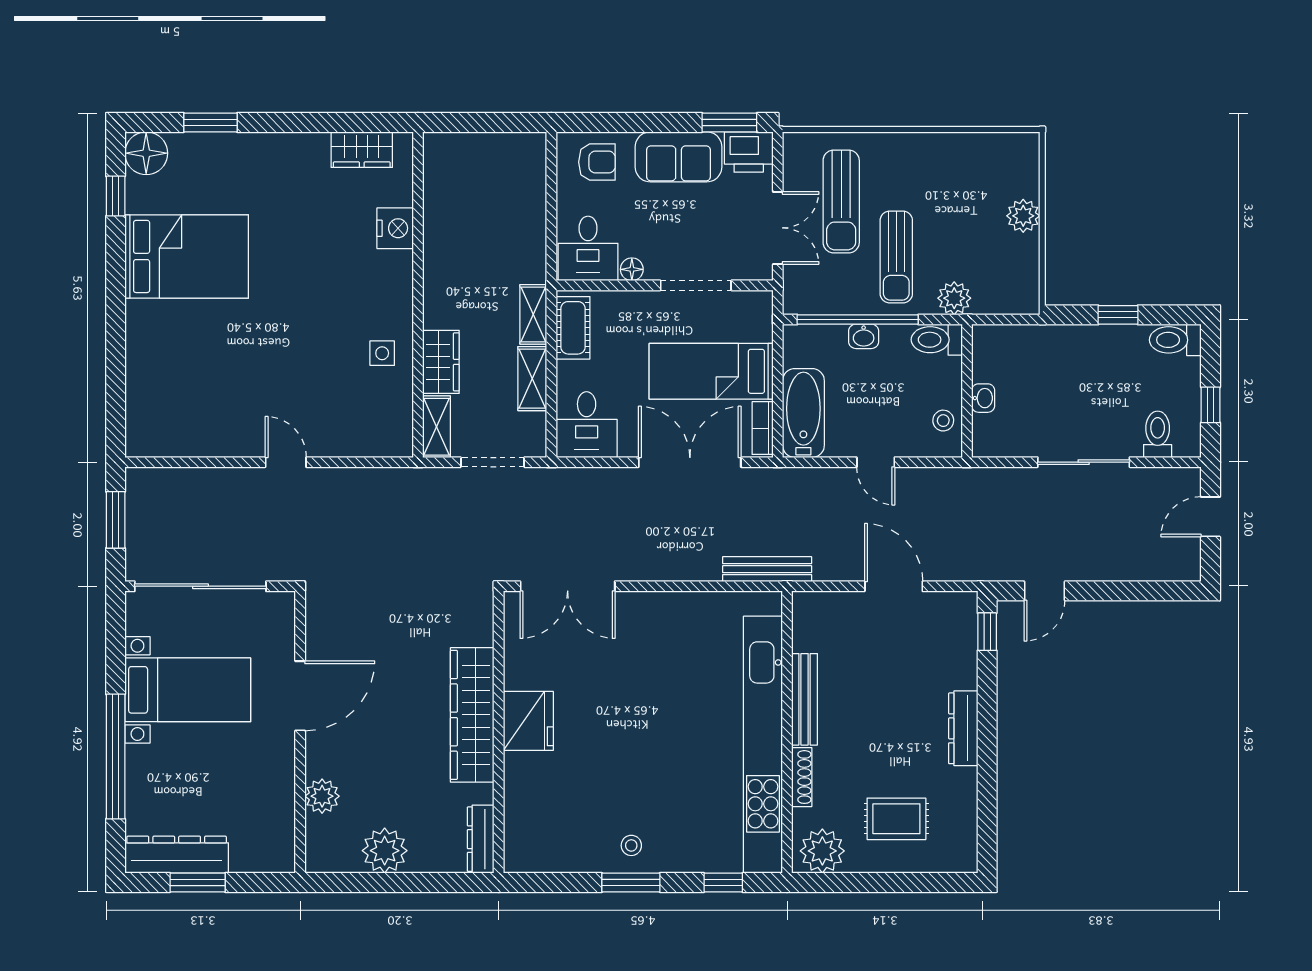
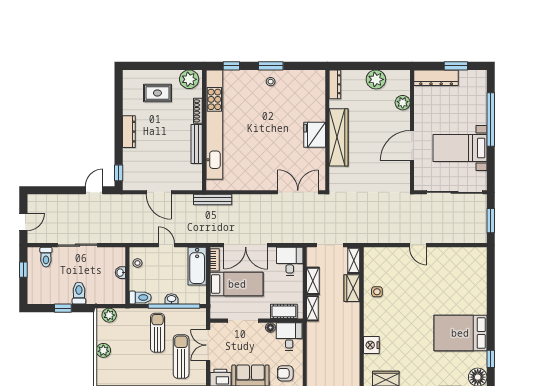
plant: (954, 298) -> (109, 315), moved
cot: (573, 328) -> (284, 311), moved, turned 90
toilet: (1175, 340) -> (79, 293), moved, turned -90
dresser: (177, 855) -> (436, 78), moved

